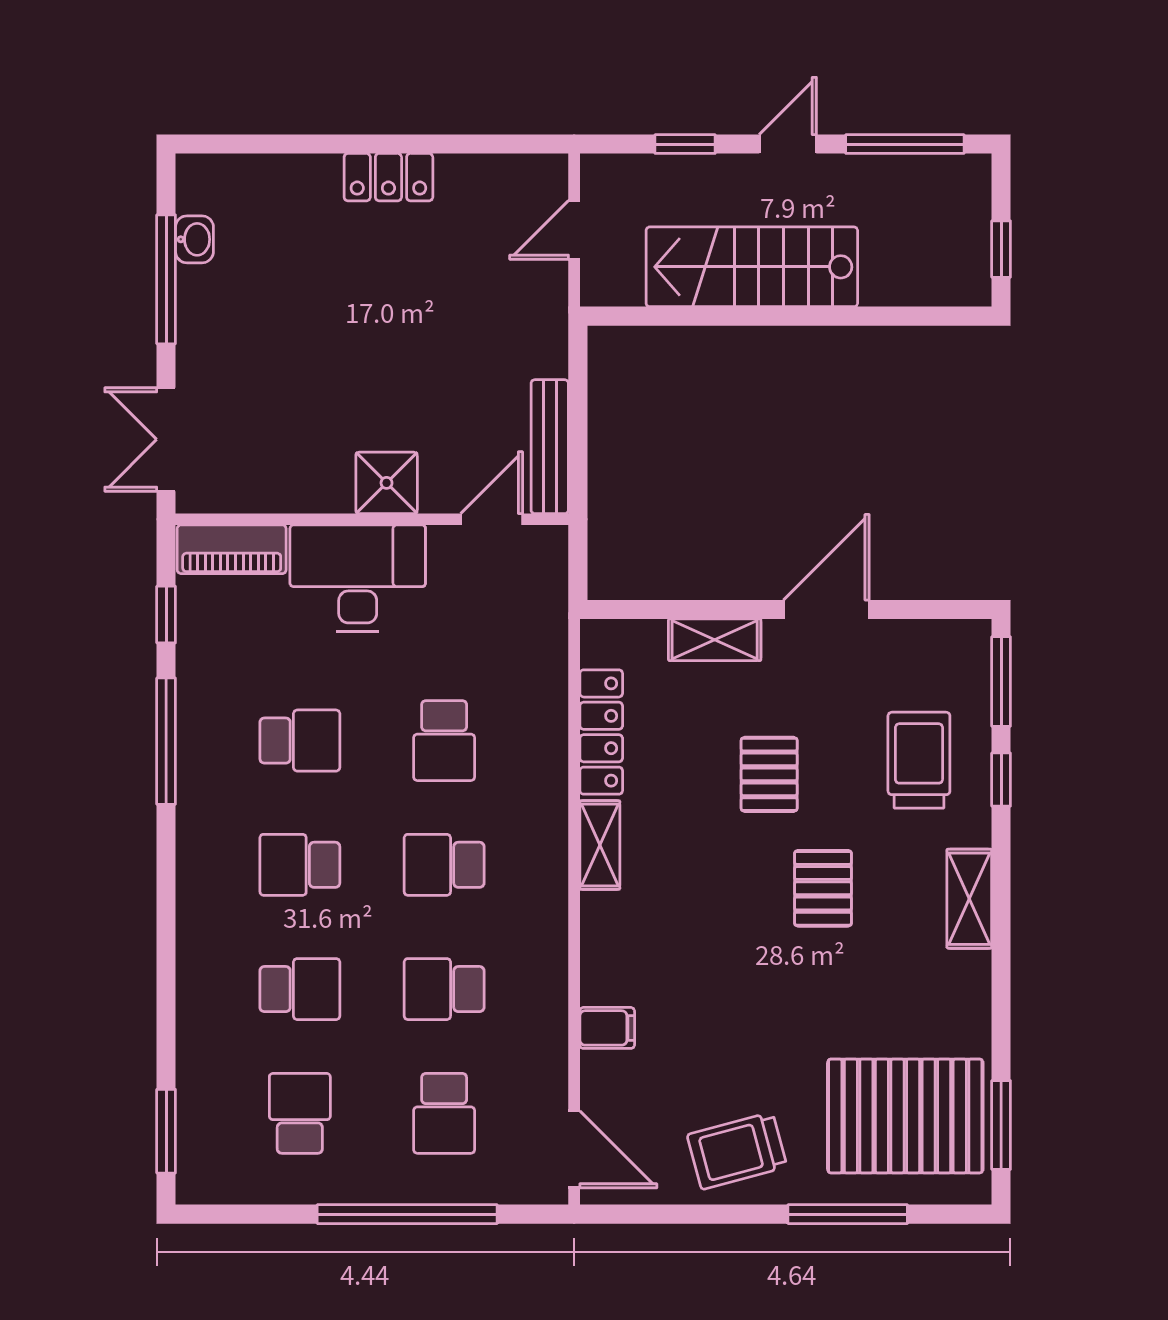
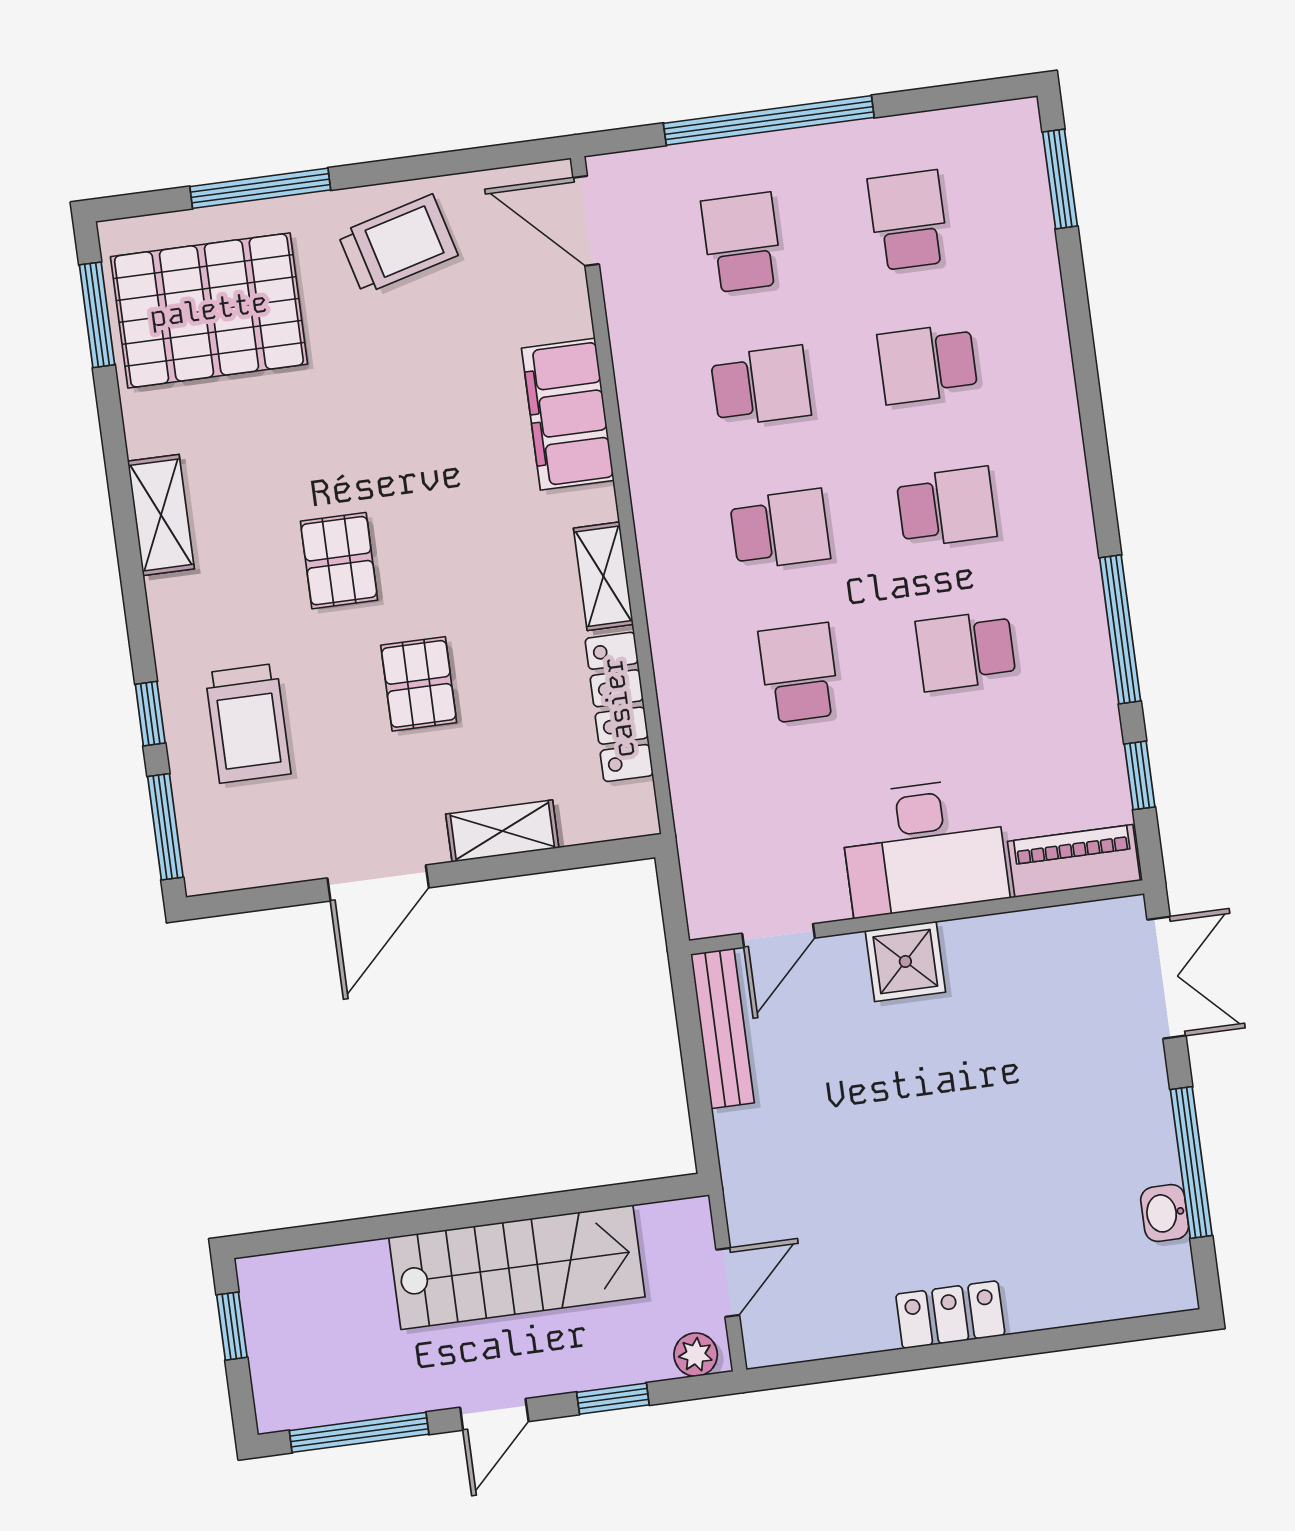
plant: (610, 172) -> (696, 1355), added
shelving: (969, 899) -> (161, 515), moved
filing cabinet: (607, 1028) -> (568, 414), width x3.00, depth x1.17
school desk: (300, 1113) -> (908, 220), turned 180

